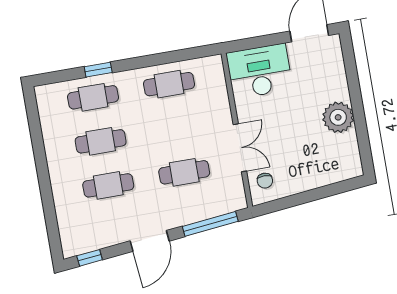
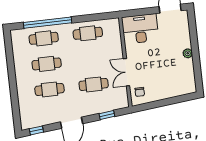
window: (98, 70) -> (48, 23), width x3.17
plant: (338, 117) -> (188, 53), width x0.53, depth x0.53
double door: (240, 148) -> (126, 72), swing flipped
window: (210, 224) -> (107, 115), width x0.46

